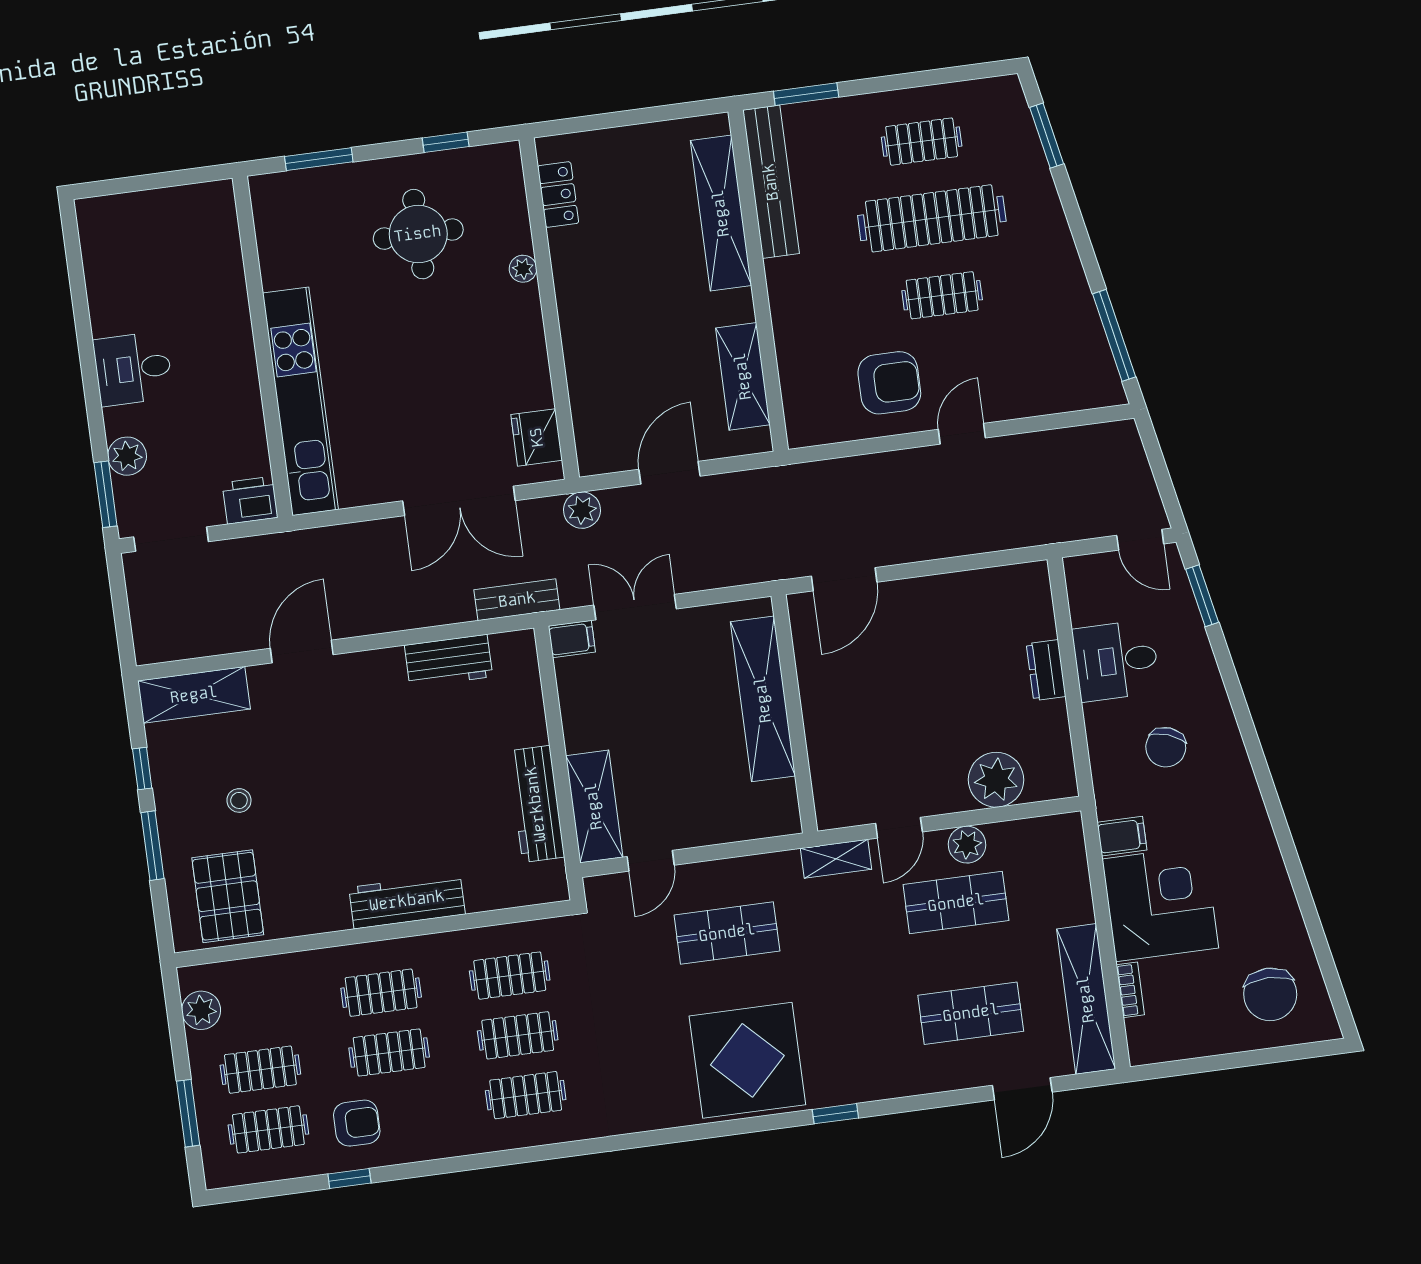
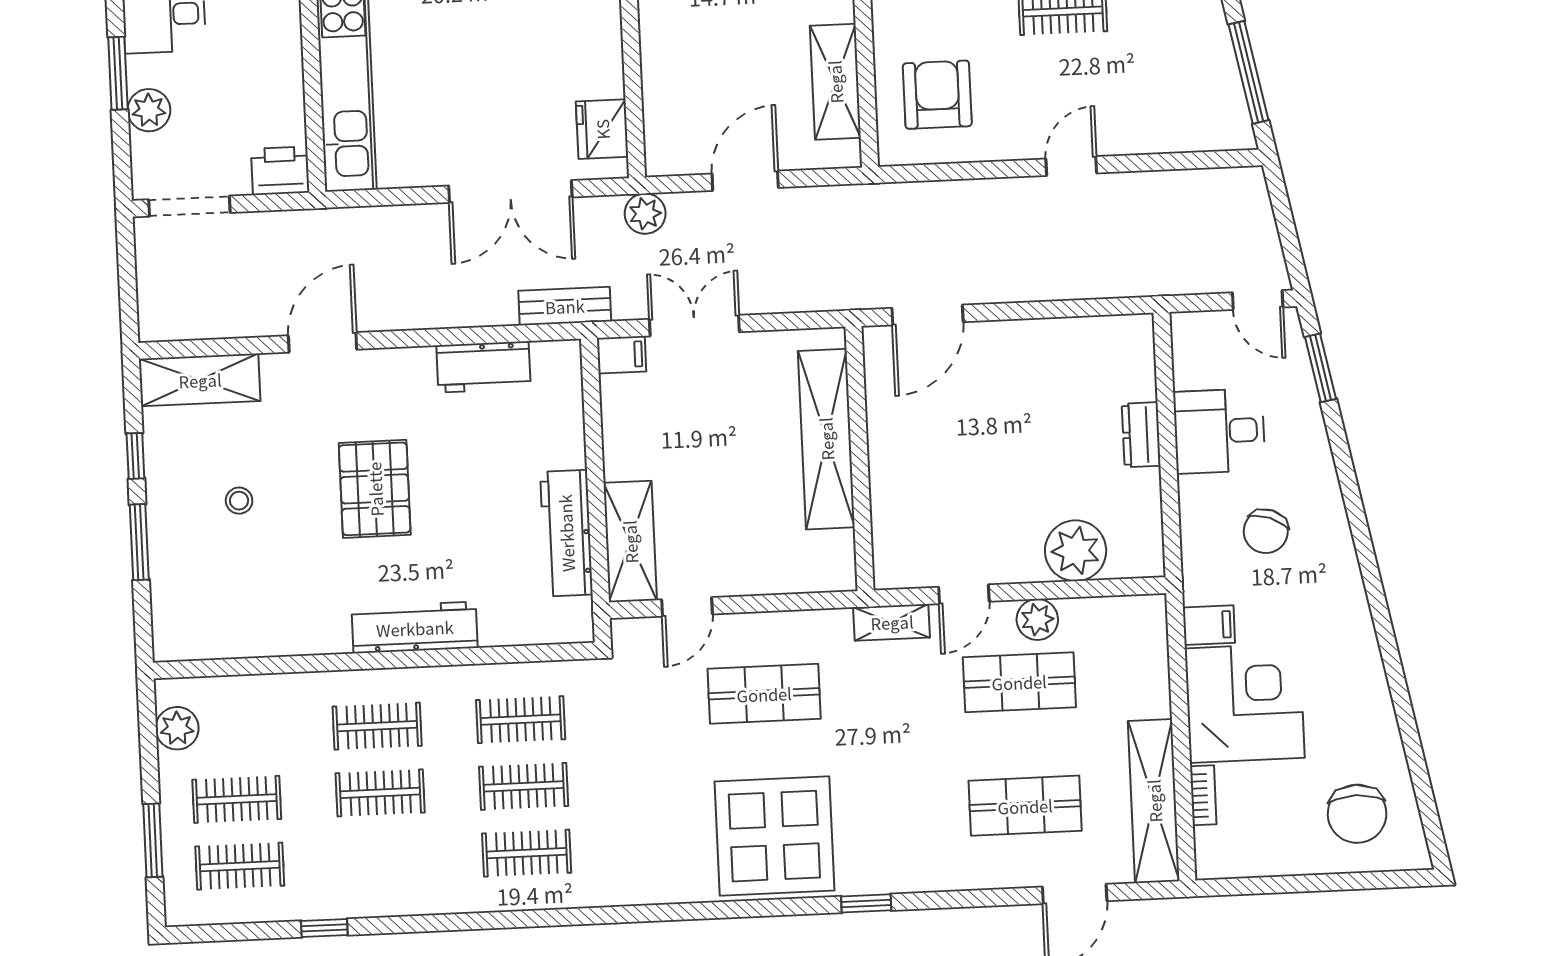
armchair: (889, 383) -> (937, 95), moved, turned -90
window: (106, 494) -> (118, 73), moved
pallet: (228, 896) -> (375, 489), moved
armchair: (357, 1123) -> (338, 868), removed

